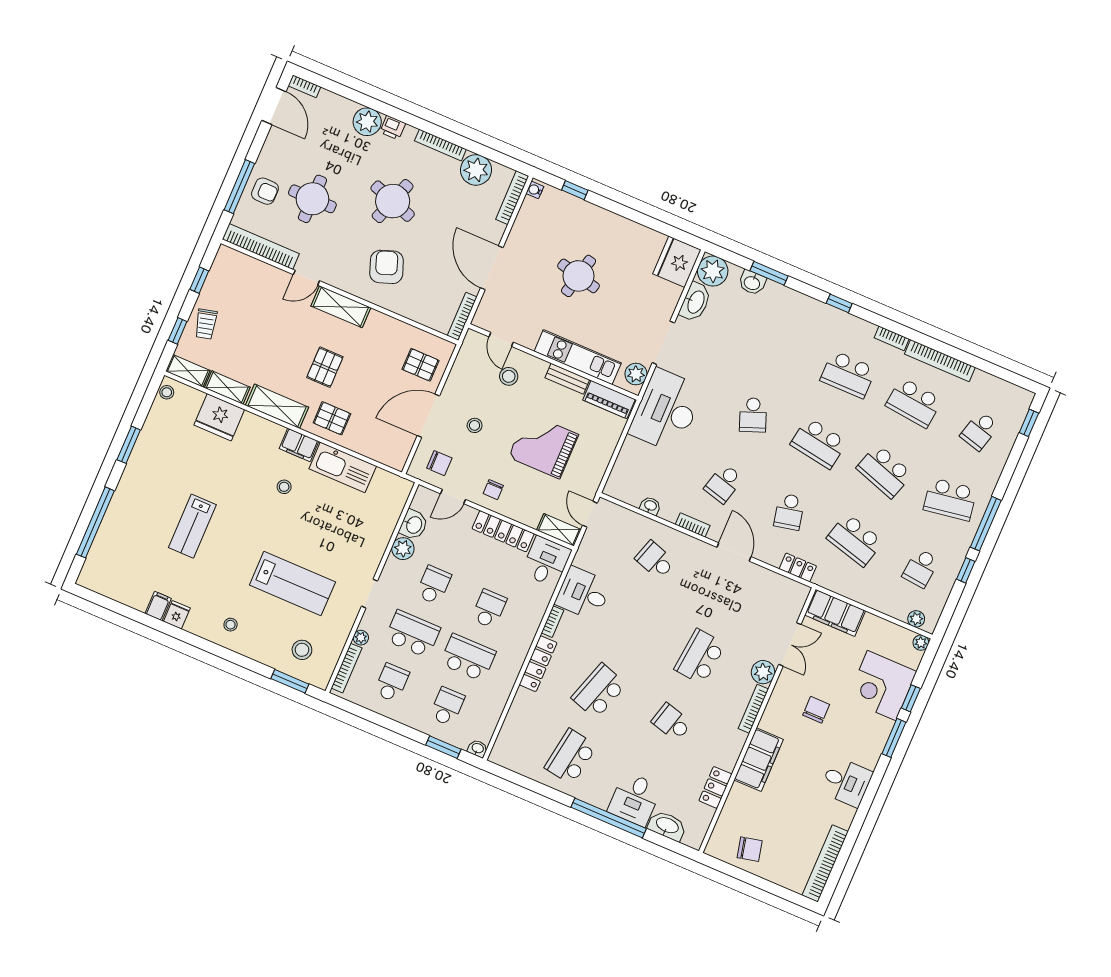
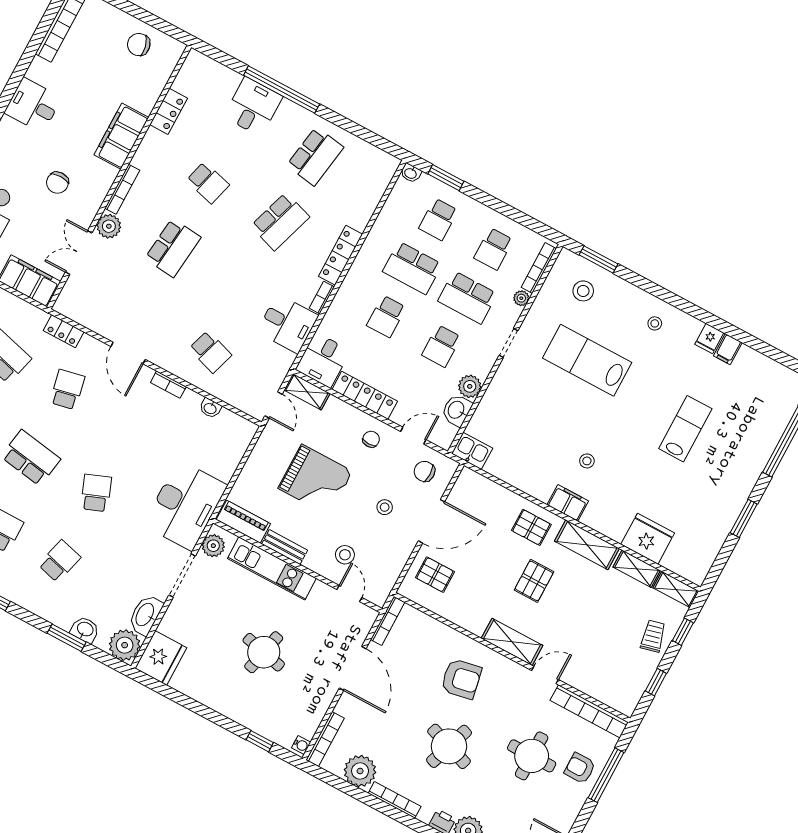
armchair: (387, 267) -> (461, 679), turned -81
stool: (167, 392) -> (700, 569), removed
kitchen sink: (343, 467) -> (472, 451), moved, width x0.53, depth x0.81
school desk: (724, 484) -> (59, 561), moved
washbasin: (667, 826) -> (222, 76), removed

